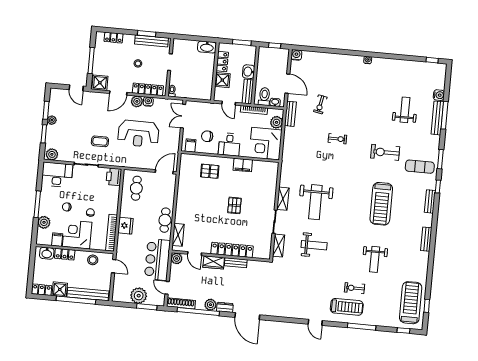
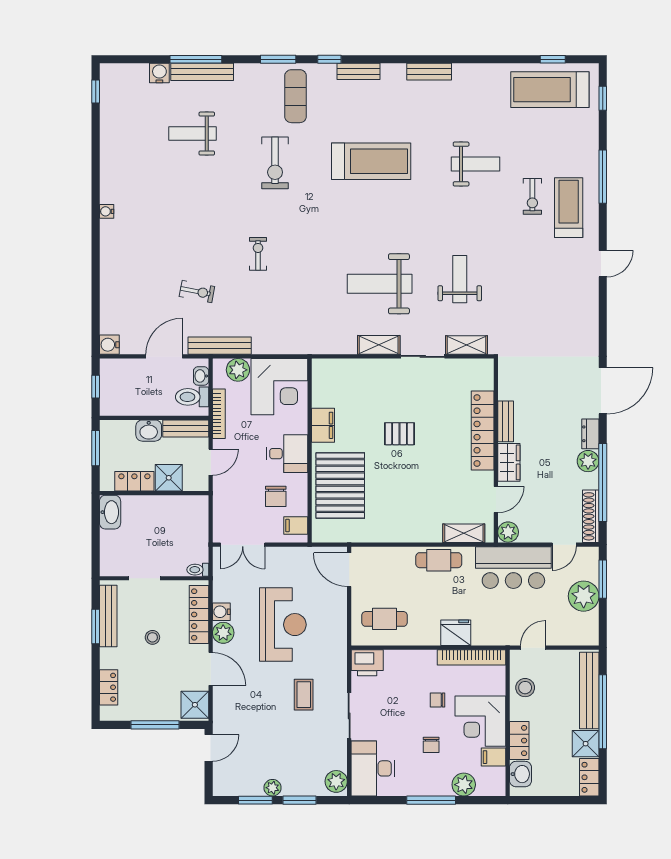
bench: (290, 114) -> (220, 346), width x1.36
pallet: (210, 171) -> (340, 485), width x2.05, depth x2.00
weight bench: (315, 202) -> (380, 284), turned 180

